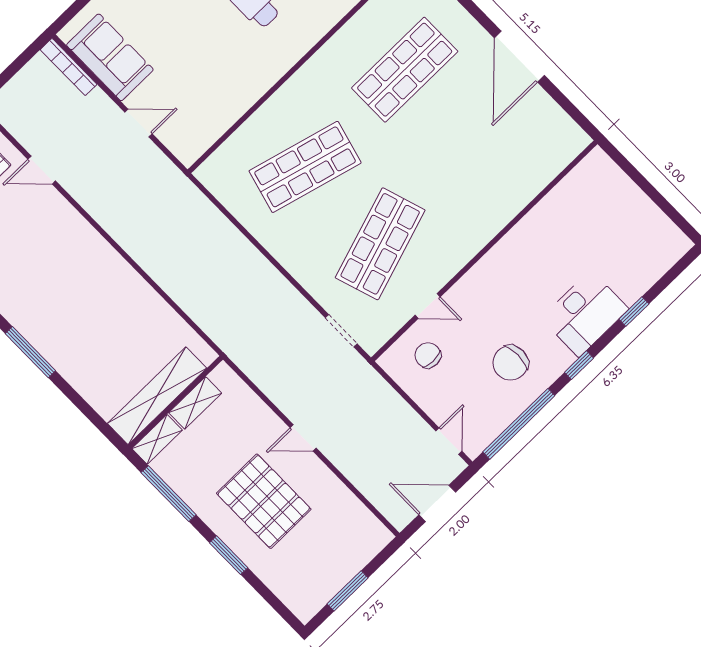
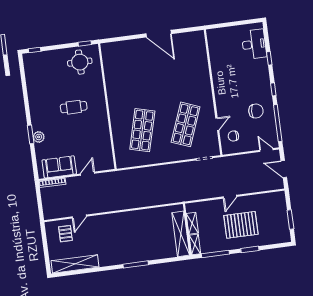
shop shelf: (405, 70) -> (135, 74), removed
shop shelf: (380, 244) -> (186, 124), turned 39
desk: (585, 314) -> (254, 44), moved
chair: (510, 363) -> (256, 111), turned -86
door: (437, 503) -> (284, 169), hinge flipped

